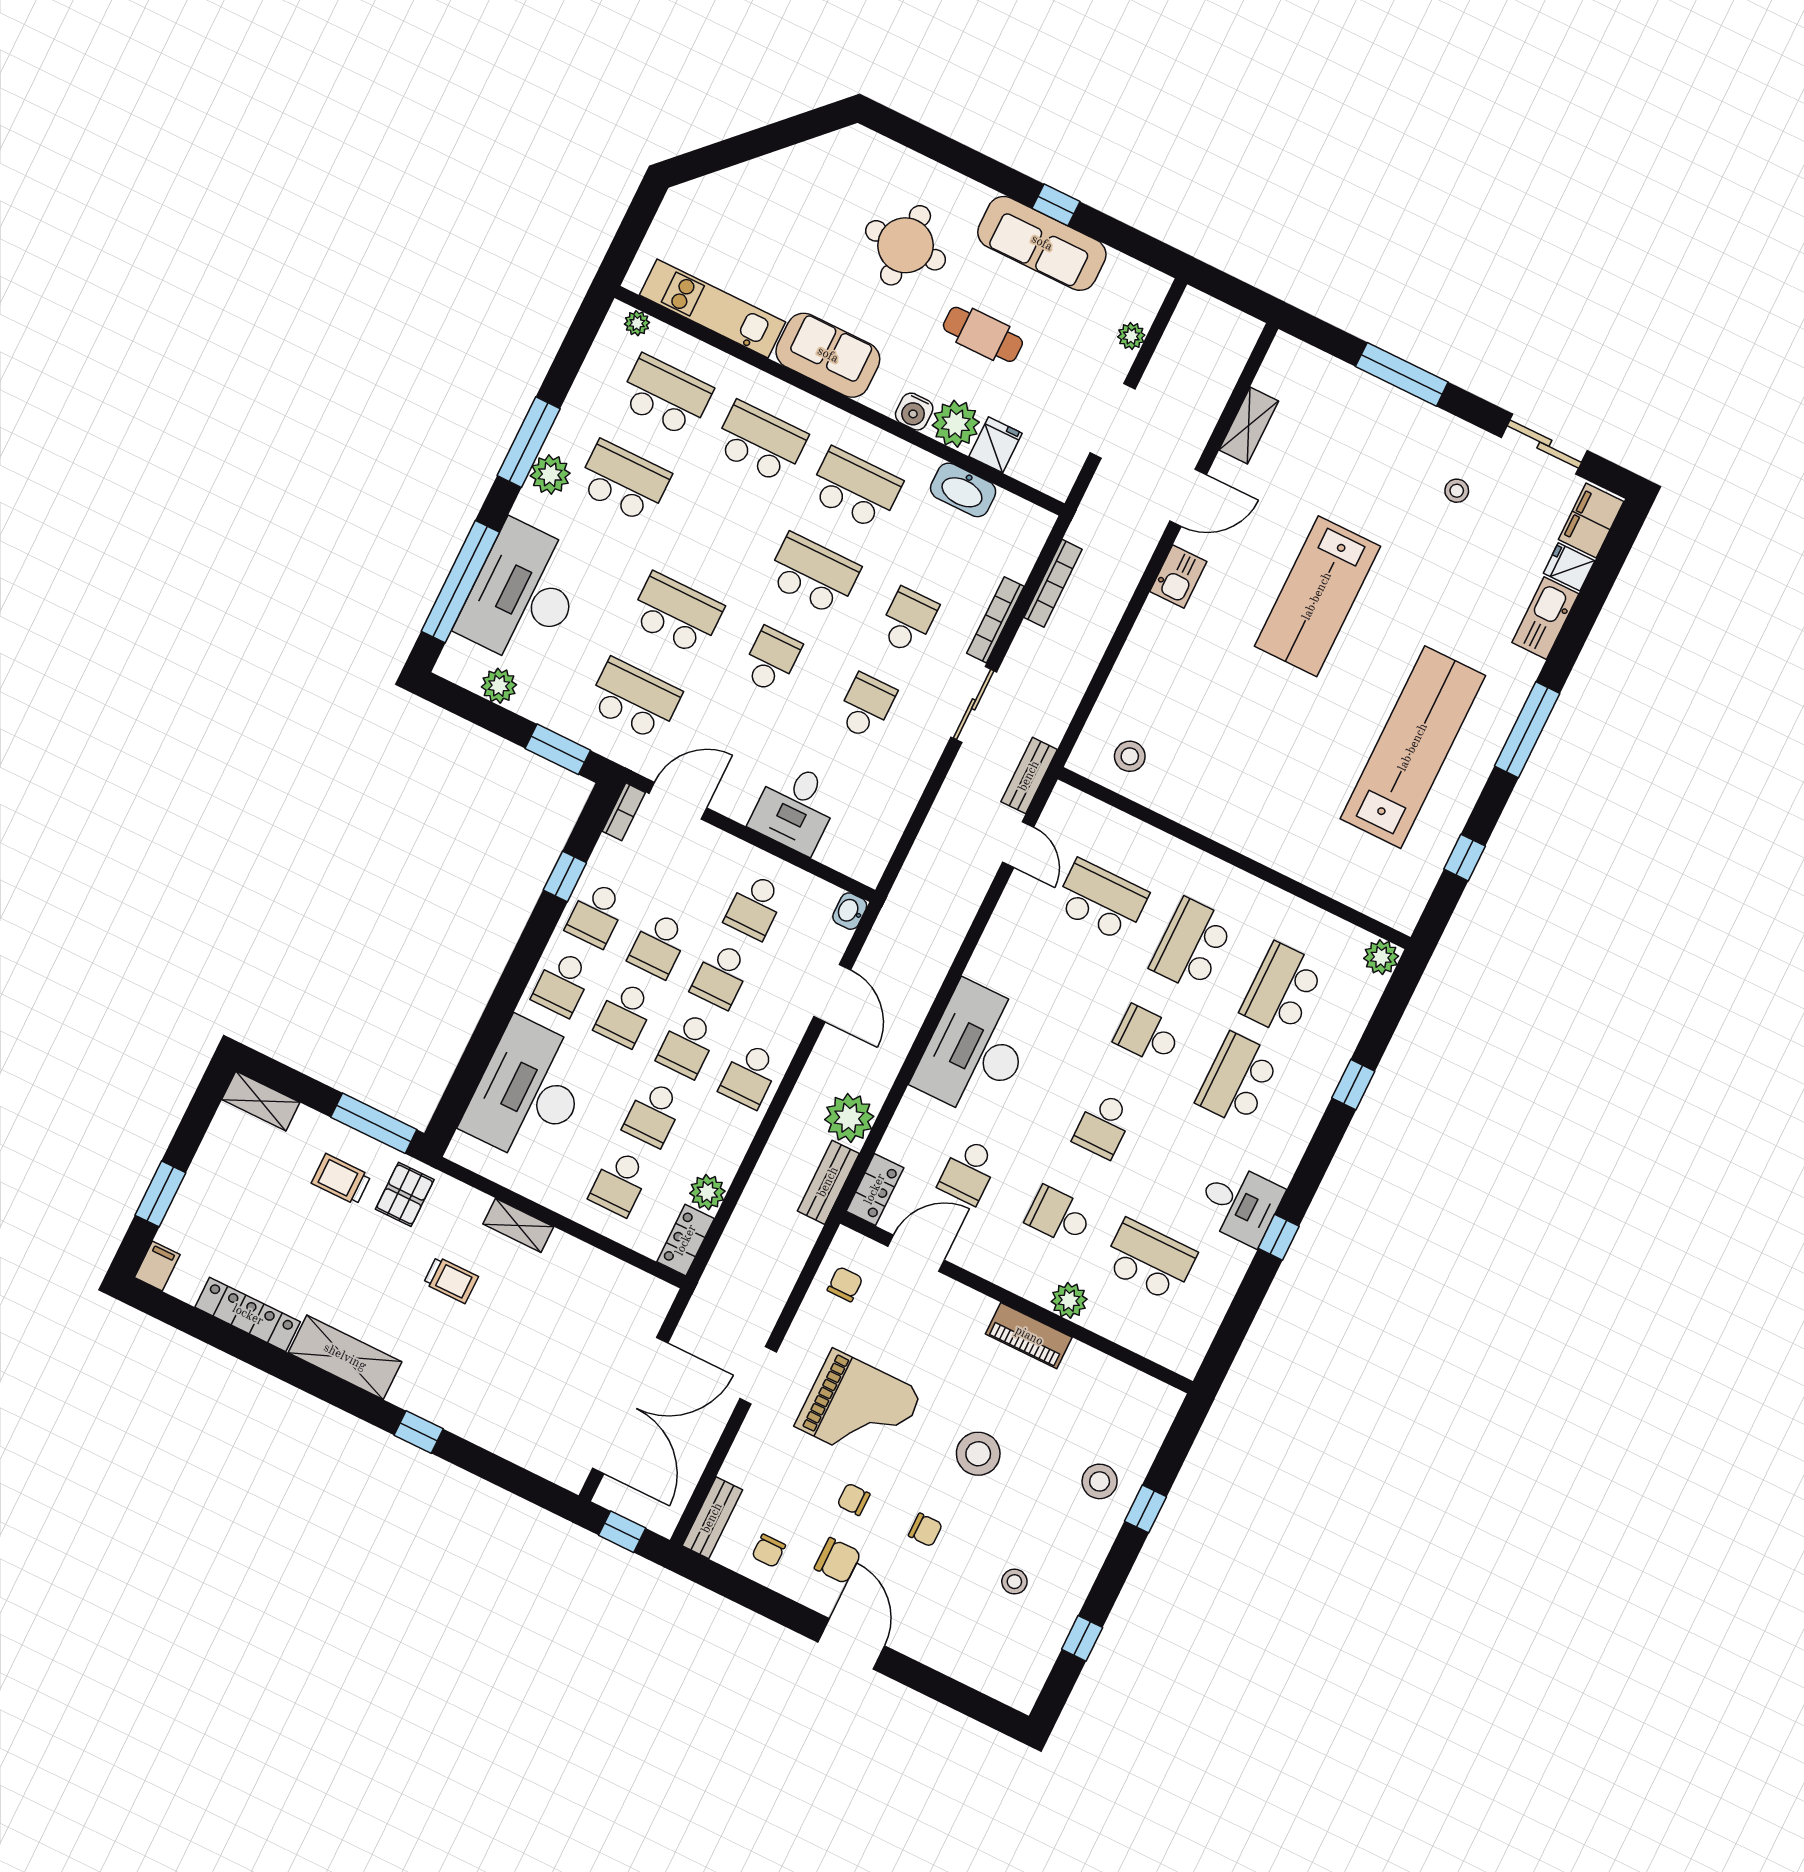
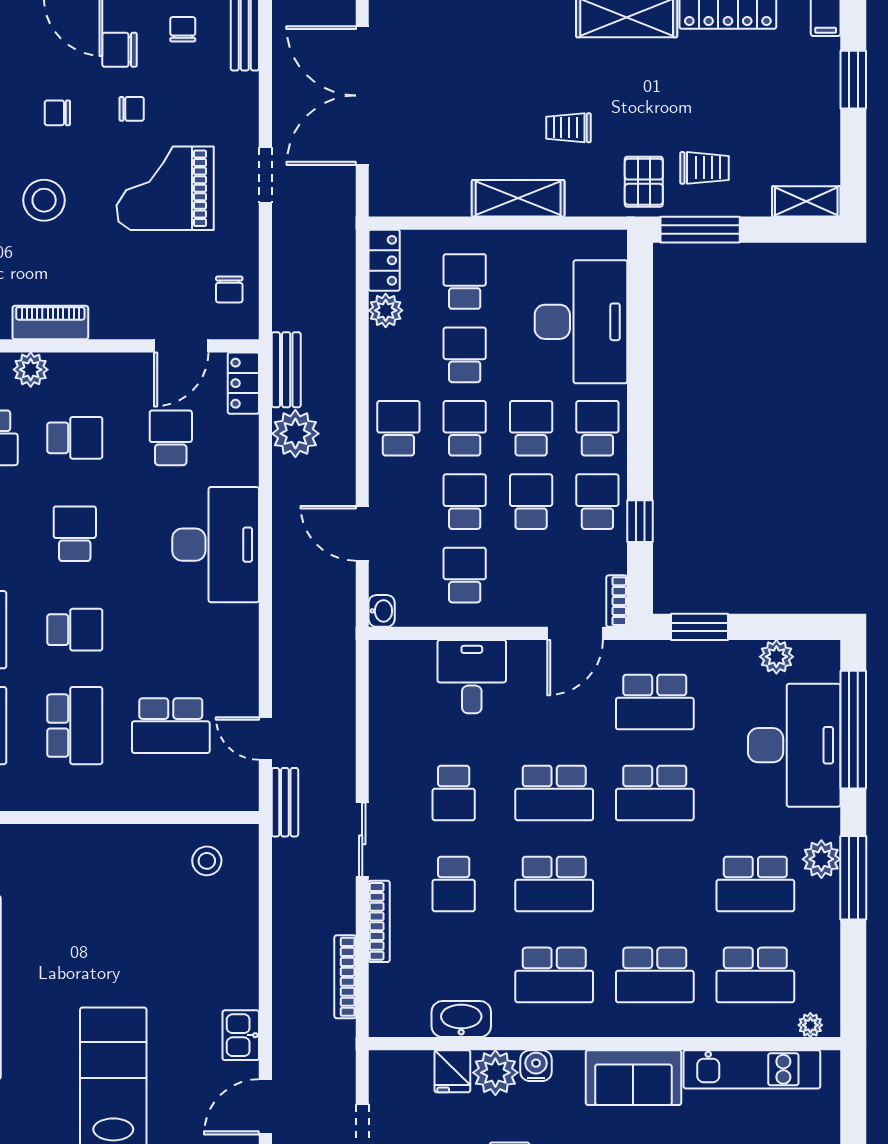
school desk: (771, 660) -> (554, 793), width x1.85
shelving: (518, 1225) -> (518, 198), width x1.50, depth x1.33

